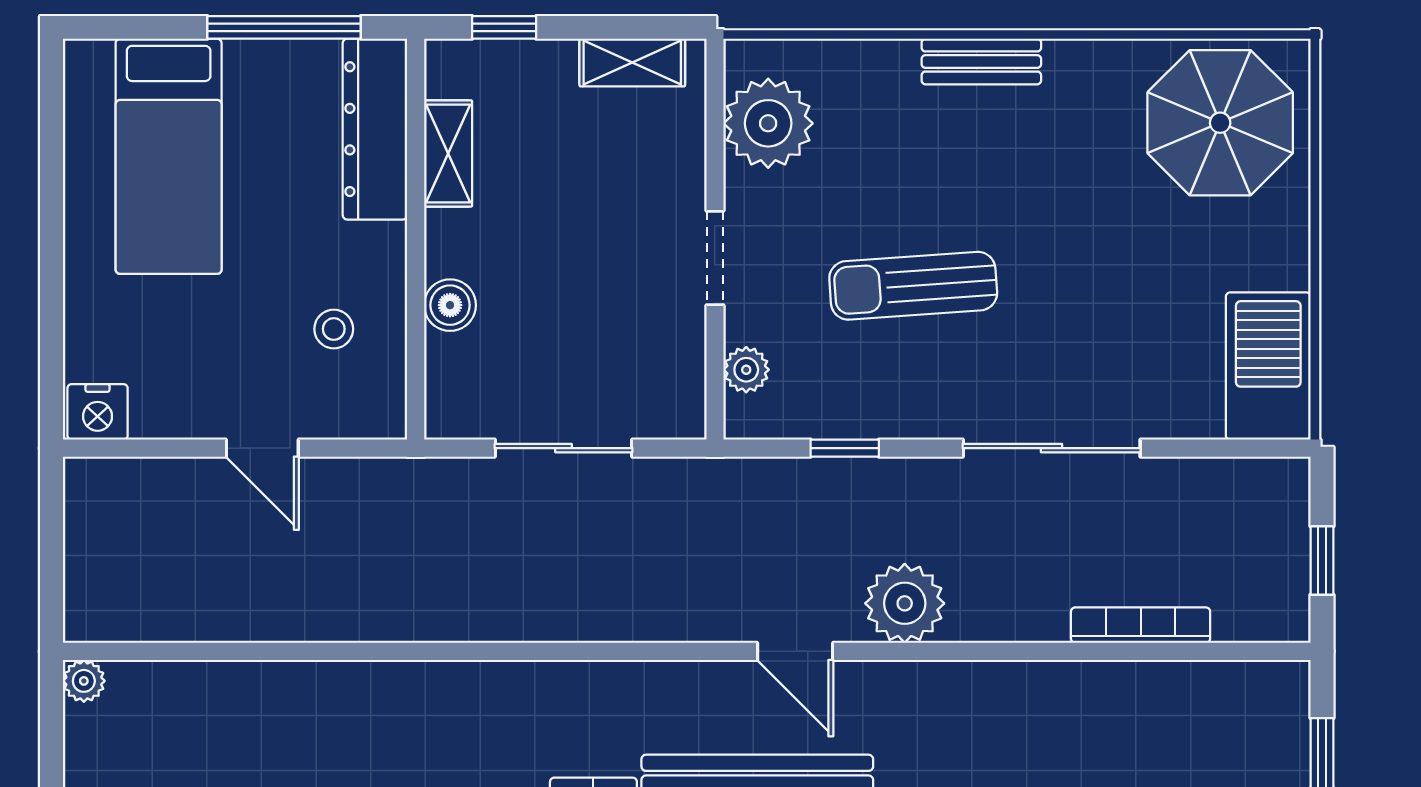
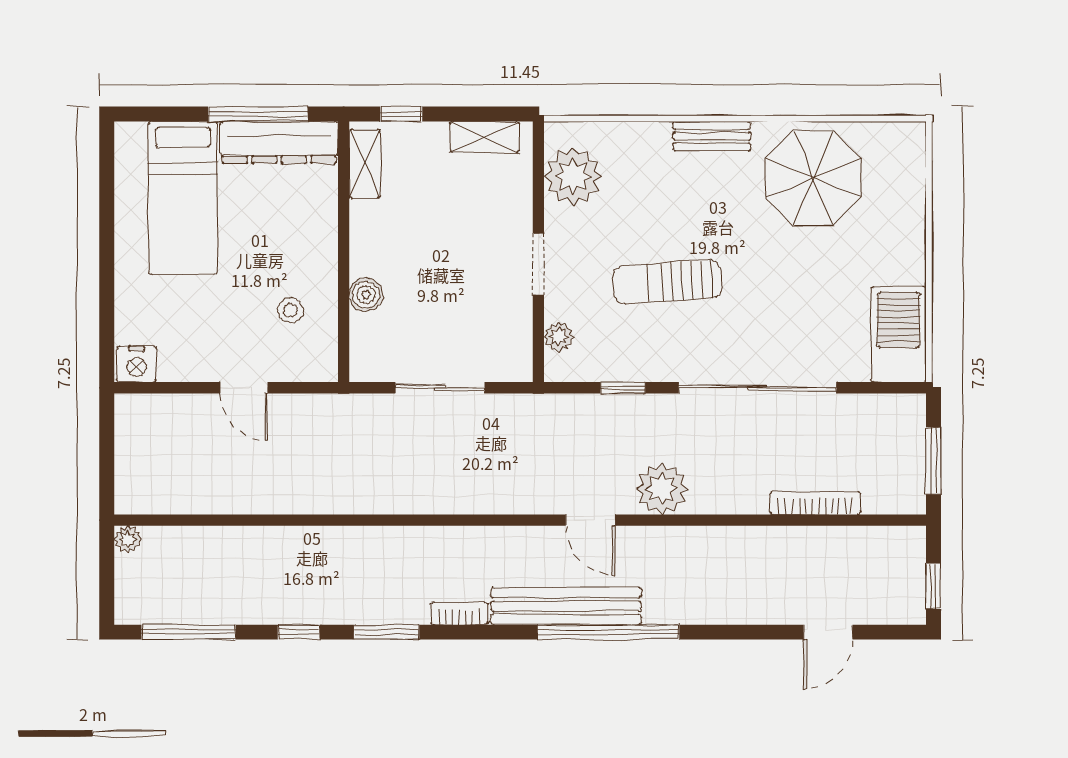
parasol: (1220, 123) -> (814, 178), moved
dresser: (375, 129) -> (279, 142), moved, turned -90
shelving: (448, 153) -> (365, 164), moved
sliding door: (1052, 448) -> (757, 388), width x1.36
window: (1322, 561) -> (933, 461), width x1.50

